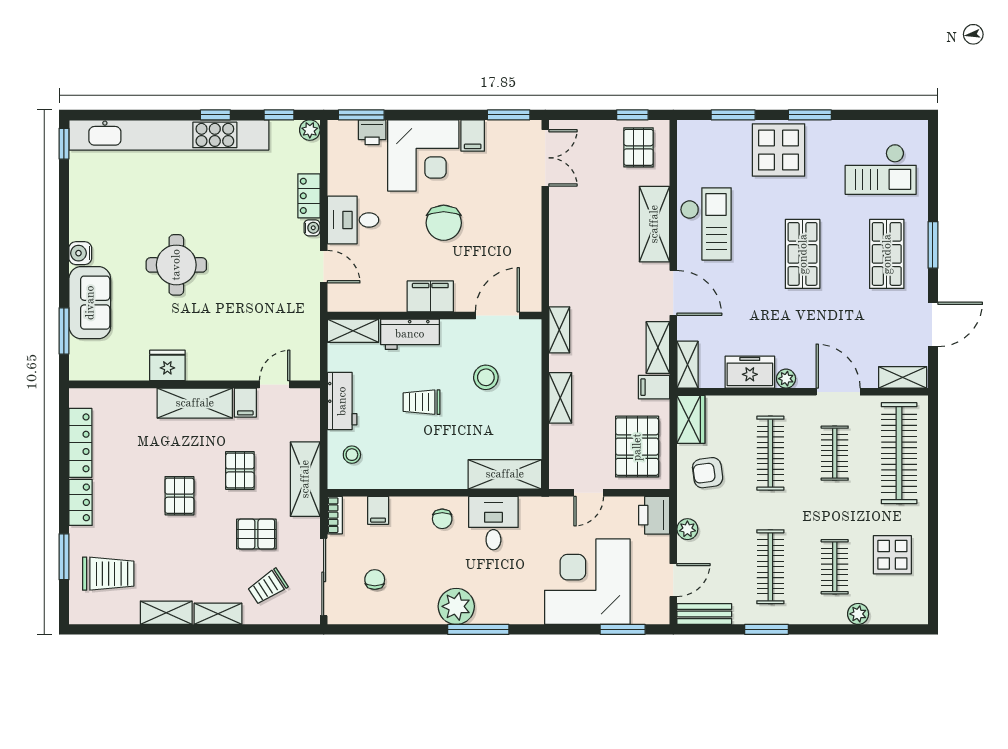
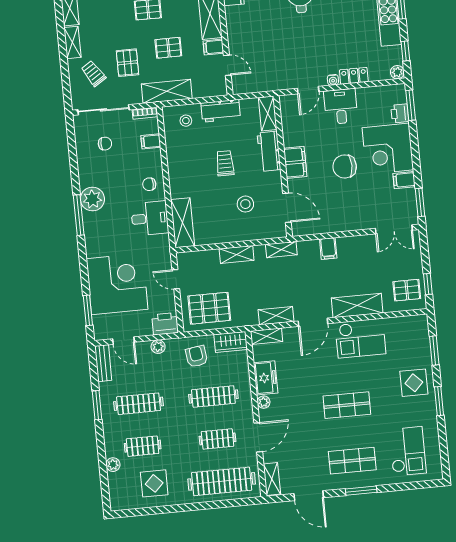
display table: (779, 150) -> (414, 383), width x0.73, depth x0.73
checkout: (881, 169) -> (408, 451), turned 180
filing cabinet: (654, 387) -> (328, 248), moved, turned 180

